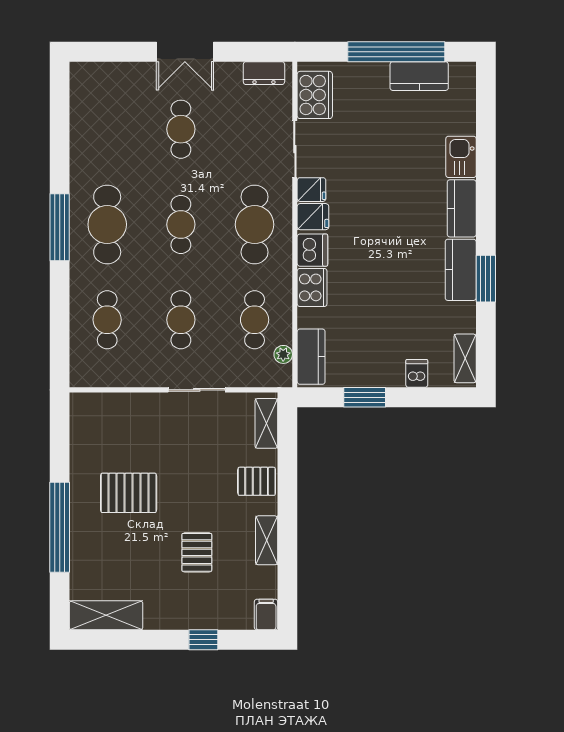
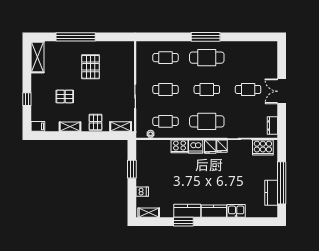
kitchen counter: (311, 357) -> (150, 146), removed

